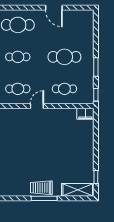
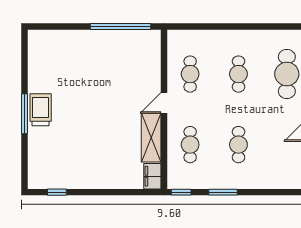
cafe table: (64, 57) -> (238, 145), width x0.73, depth x0.74
door: (37, 106) -> (164, 103), swing flipped
shelving: (78, 190) -> (151, 138), moved

